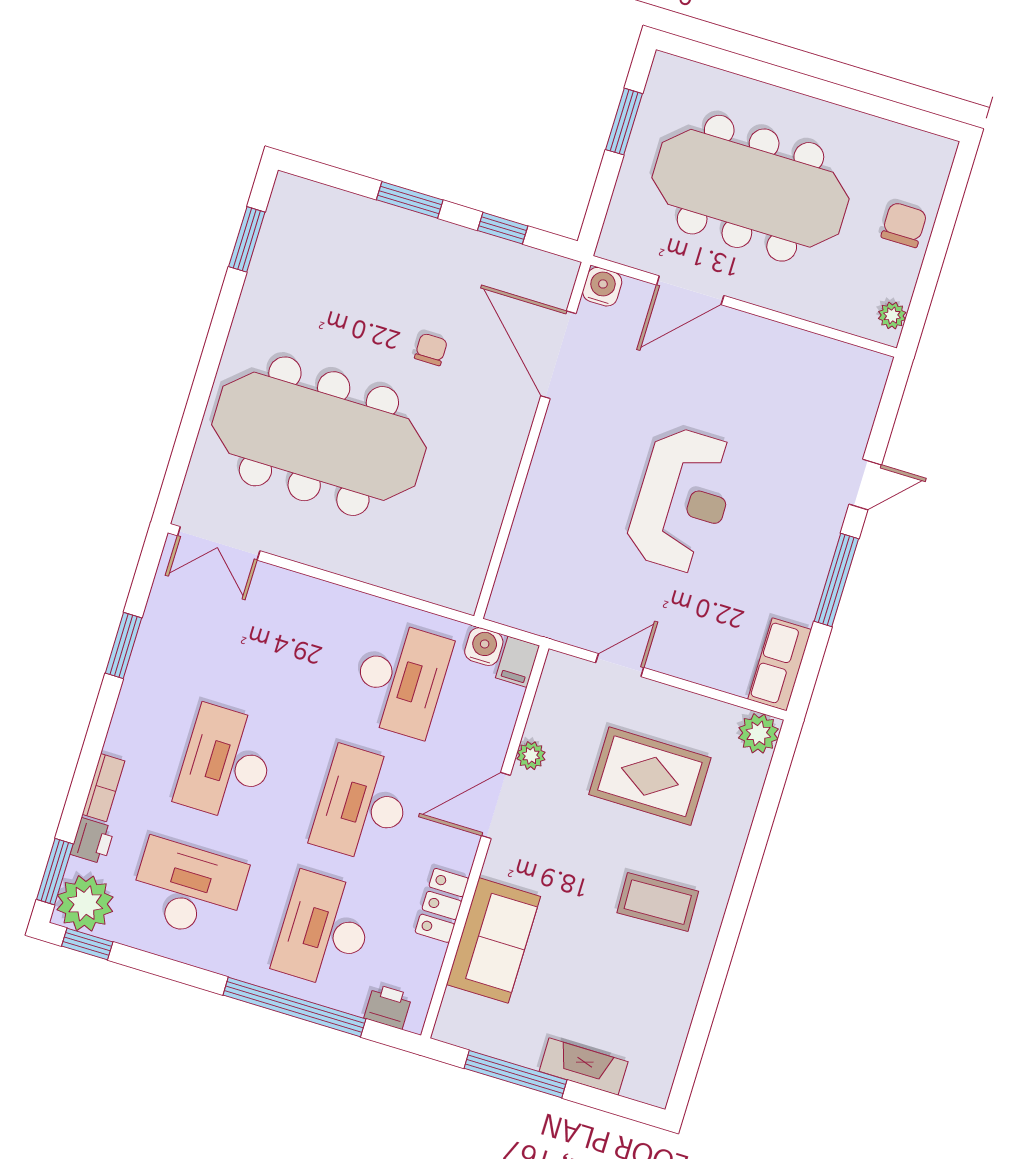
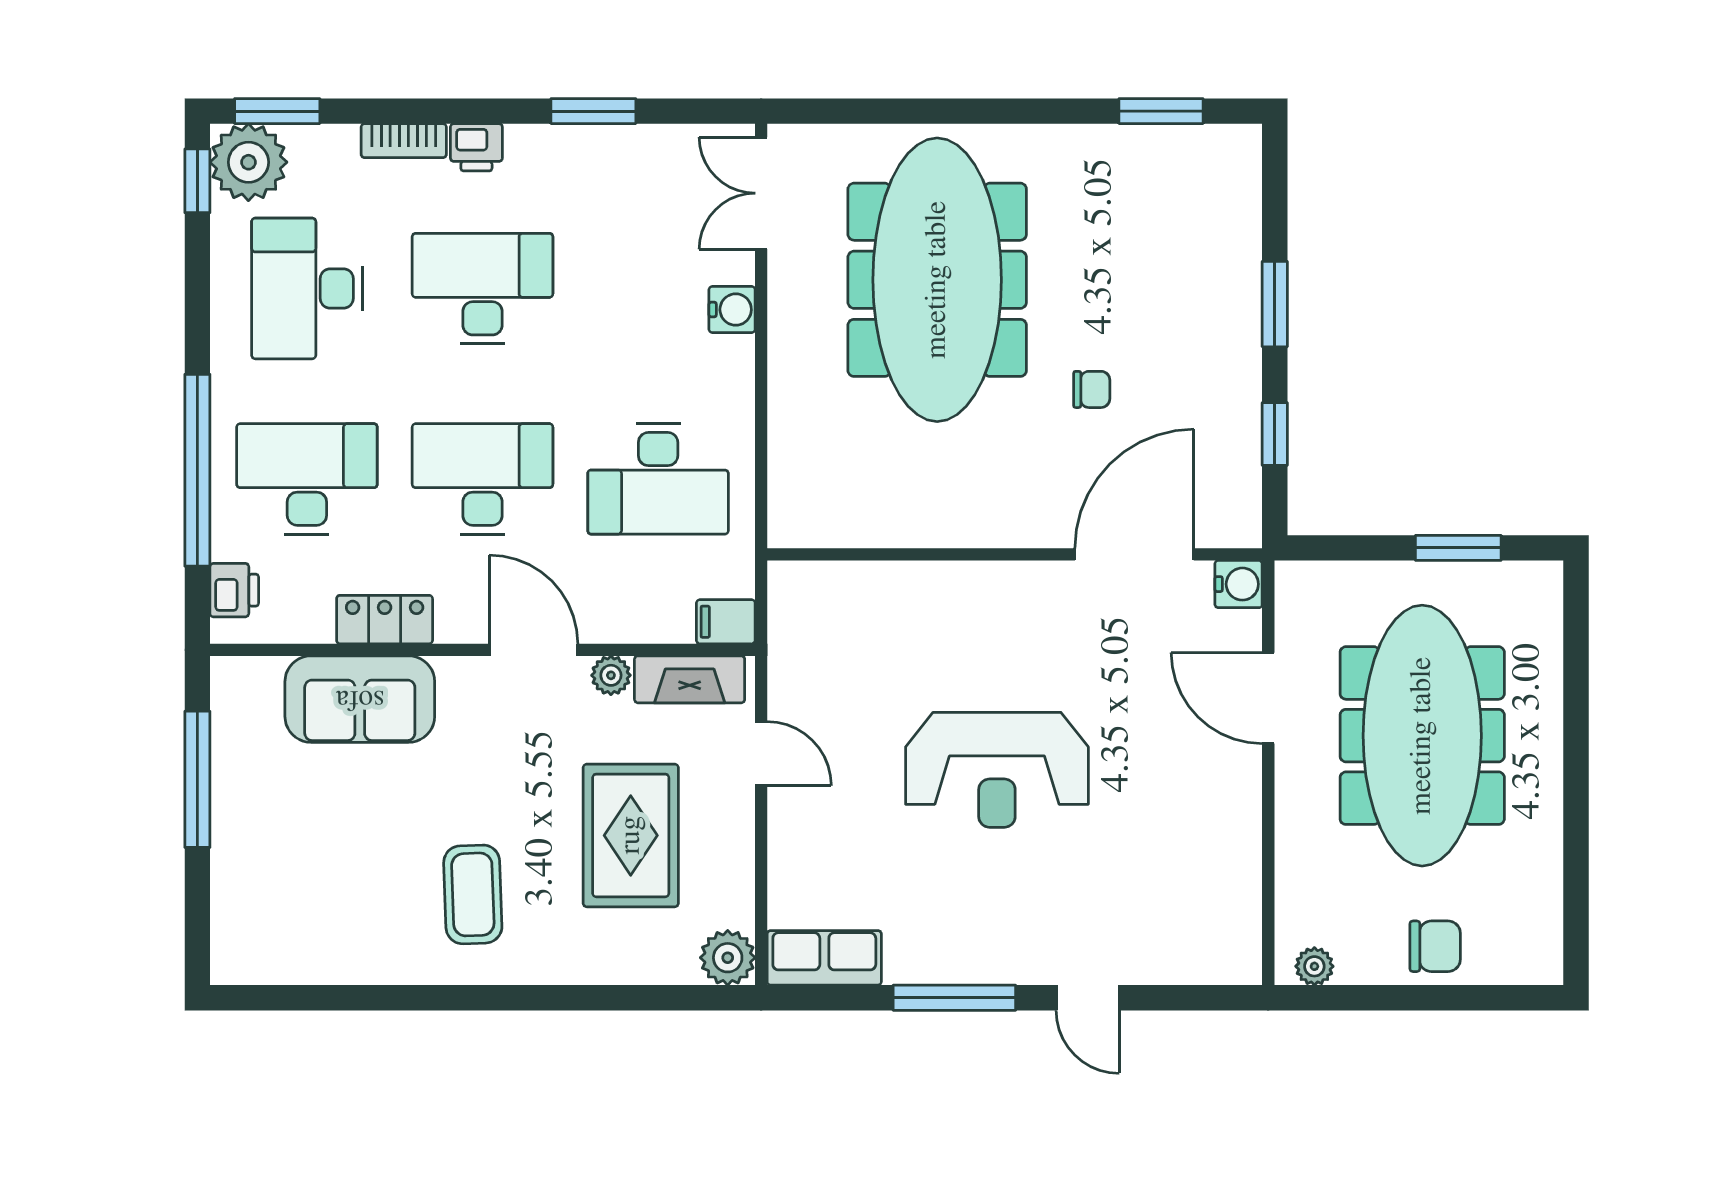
water cooler: (484, 647) -> (732, 310), moved
printer: (92, 841) -> (476, 147), moved
desk: (188, 889) -> (307, 288), turned 180
fireplace: (584, 1067) -> (690, 679), moved, turned 90

